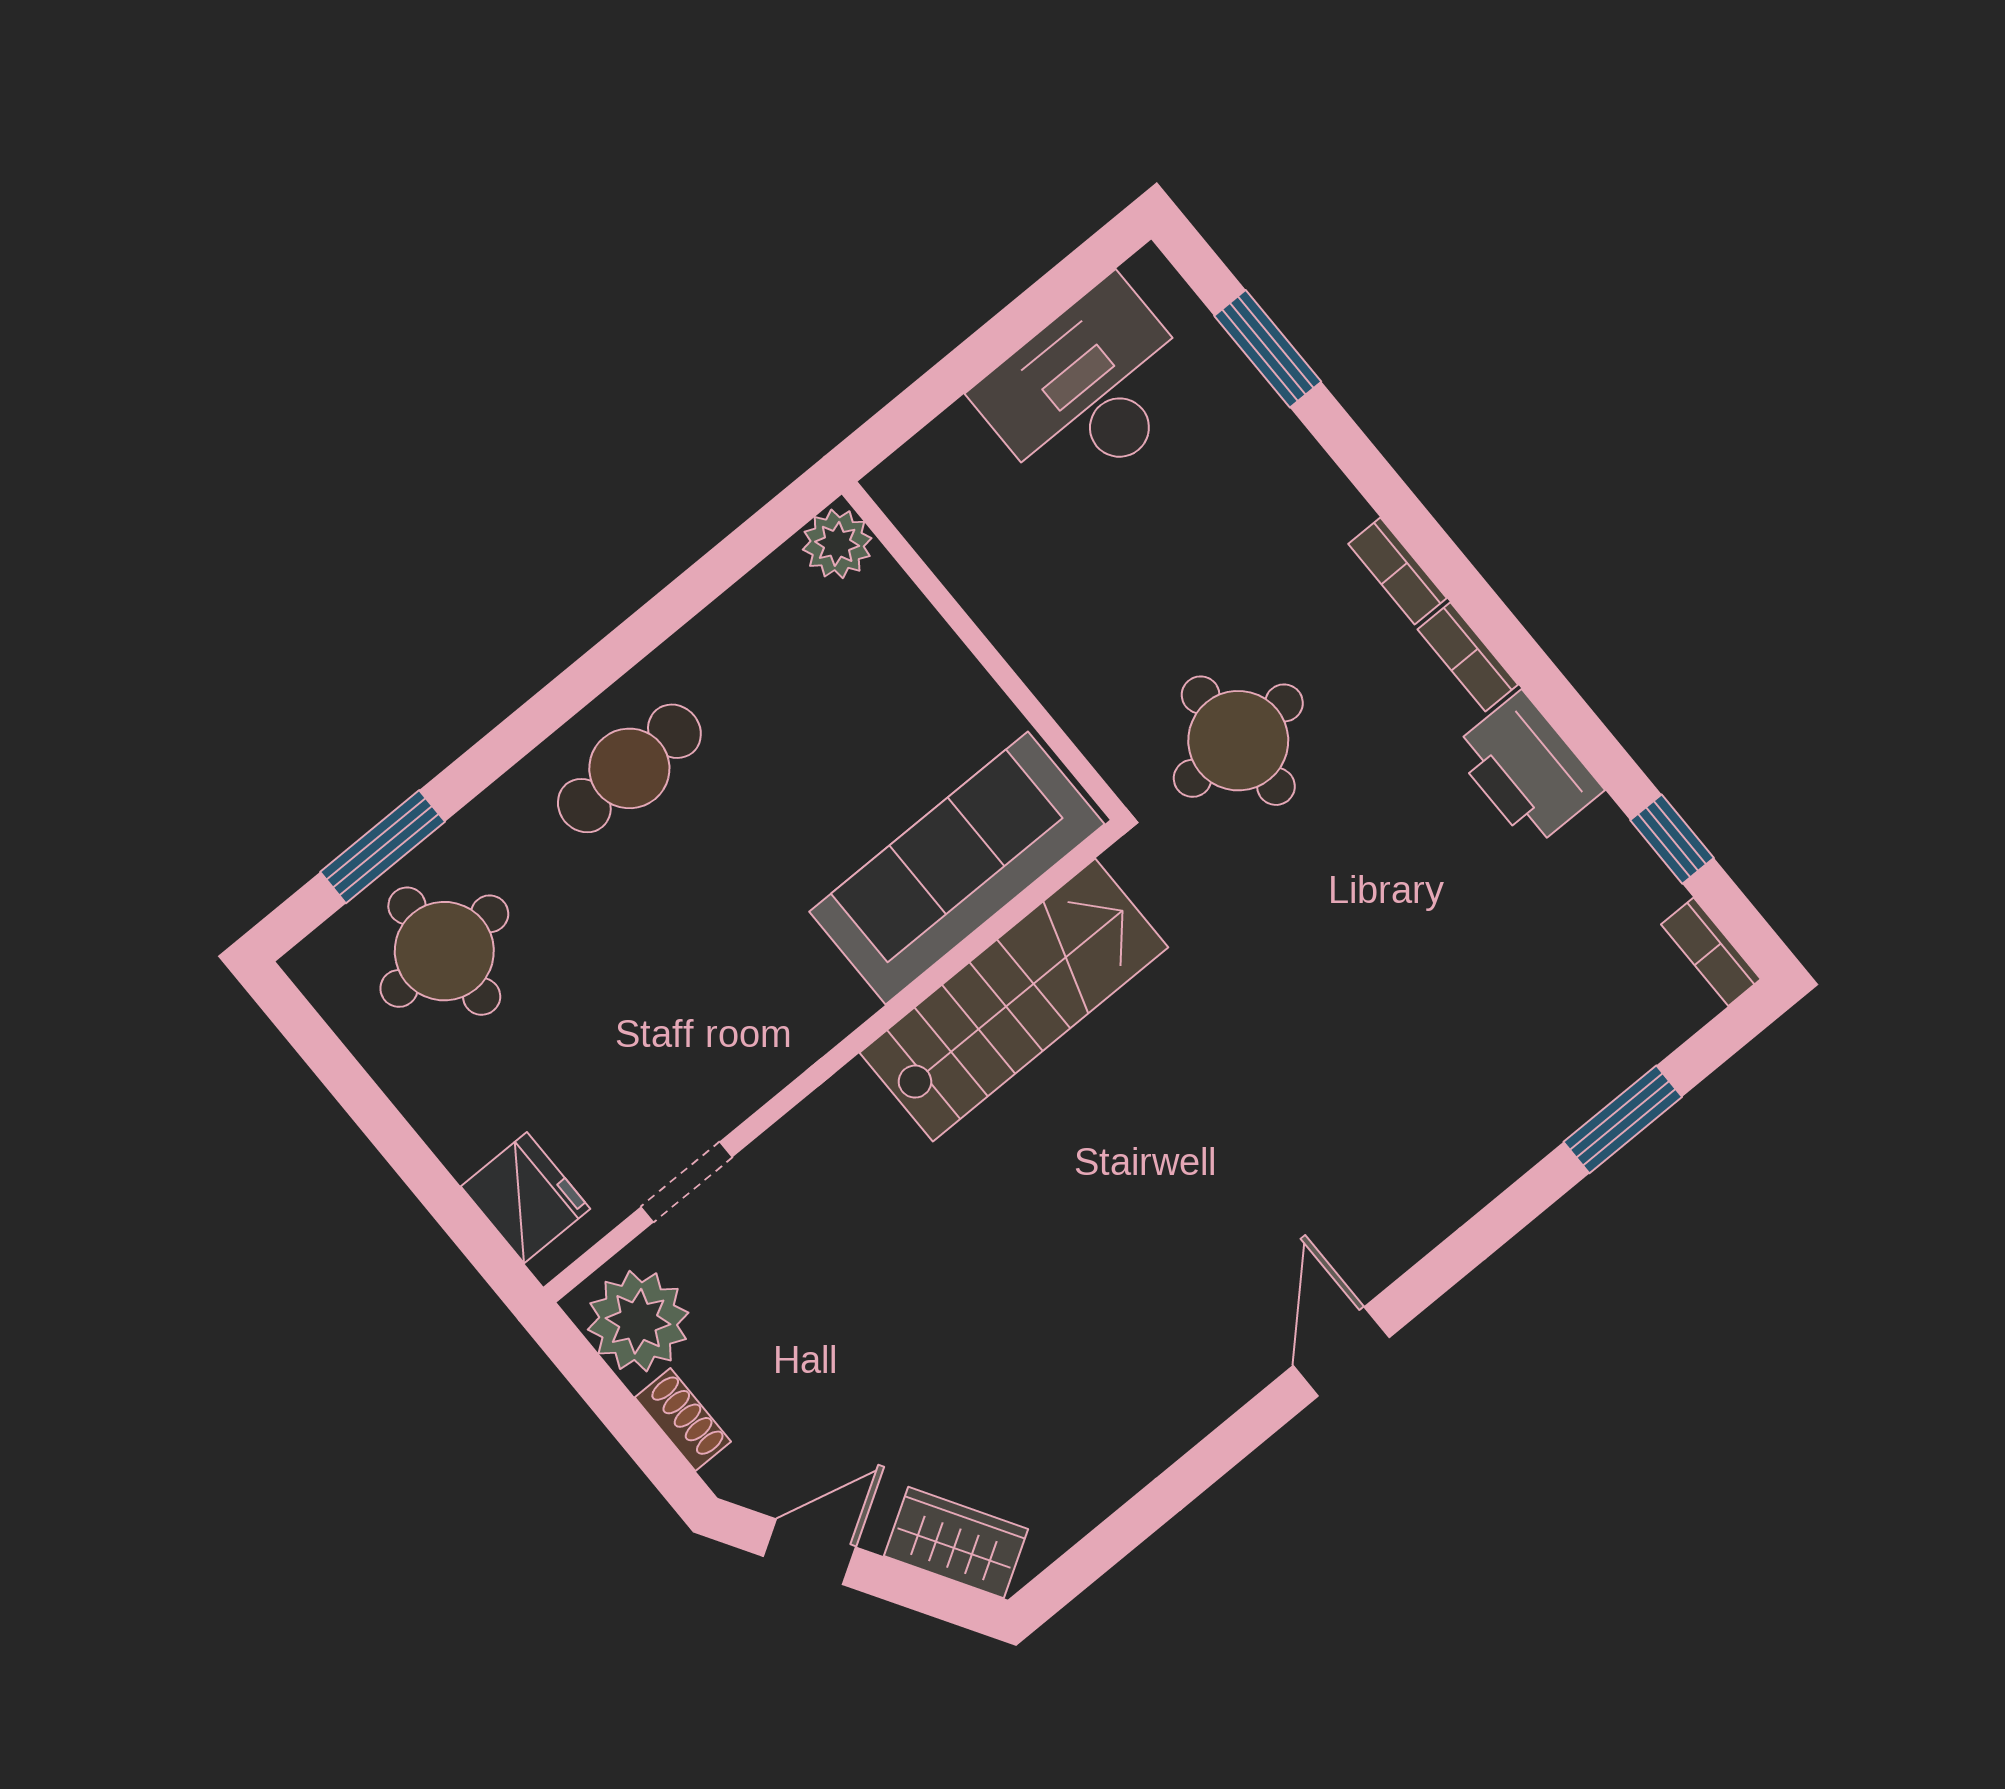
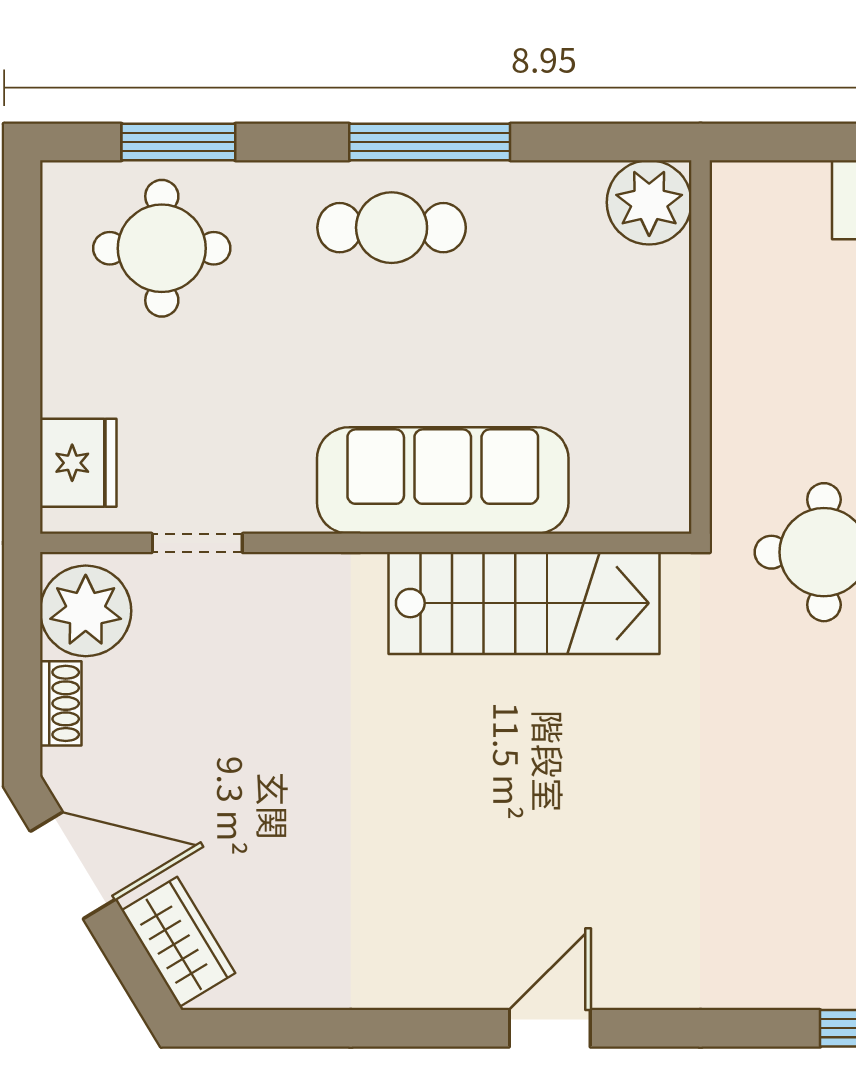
plant: (837, 544) -> (649, 202), width x1.36, depth x1.36
window: (601, 667) -> (430, 142), added
sofa: (957, 868) -> (443, 480), moved
door: (810, 1552) -> (73, 865), width x1.38

